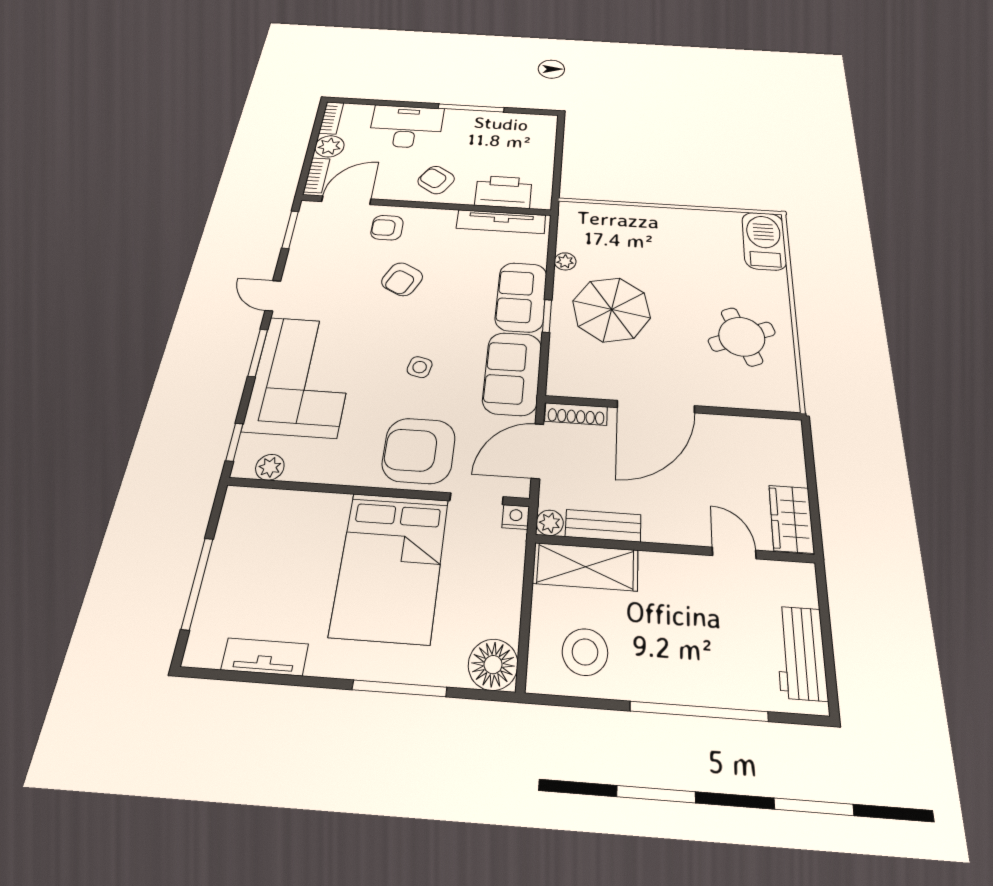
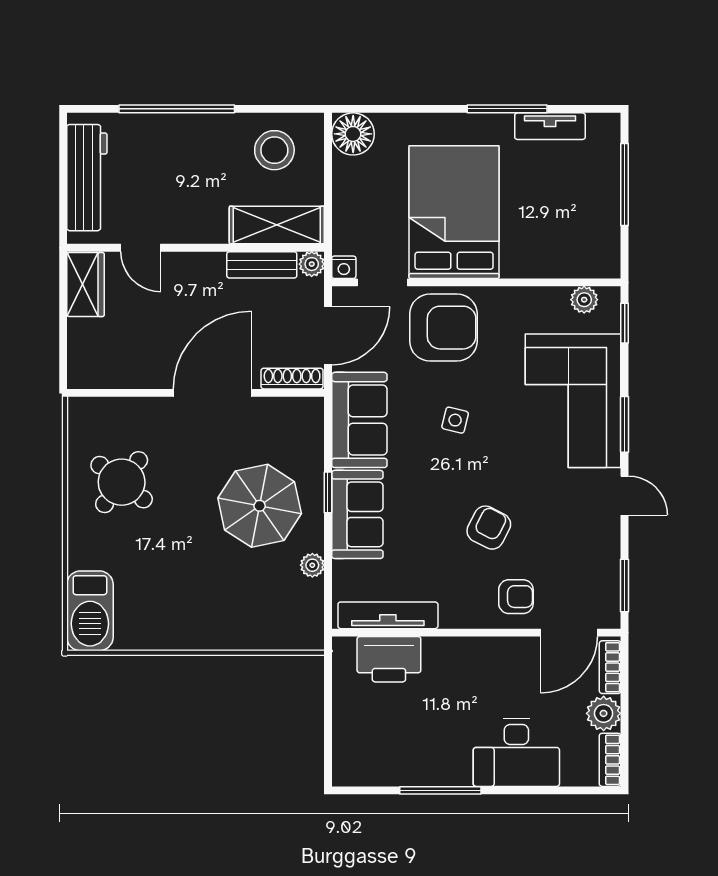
armchair: (436, 180) -> (469, 671), removed
round table: (742, 337) -> (122, 482), turned -30
workbench: (801, 653) -> (87, 178), width x1.38
window: (399, 688) -> (507, 109), moved

